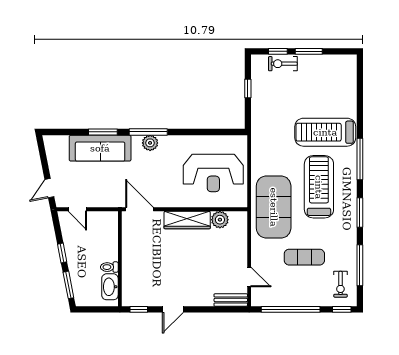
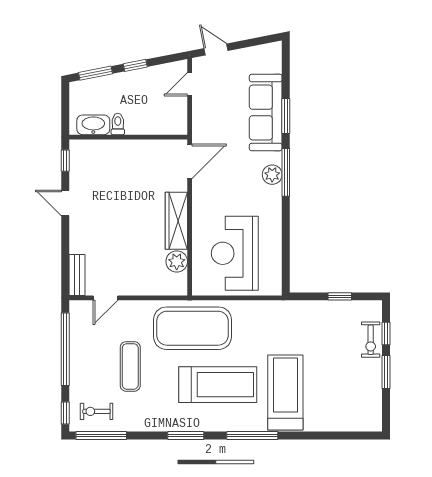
exercise bike: (283, 64) -> (371, 340), turned 180
window: (360, 265) -> (101, 436), moved

